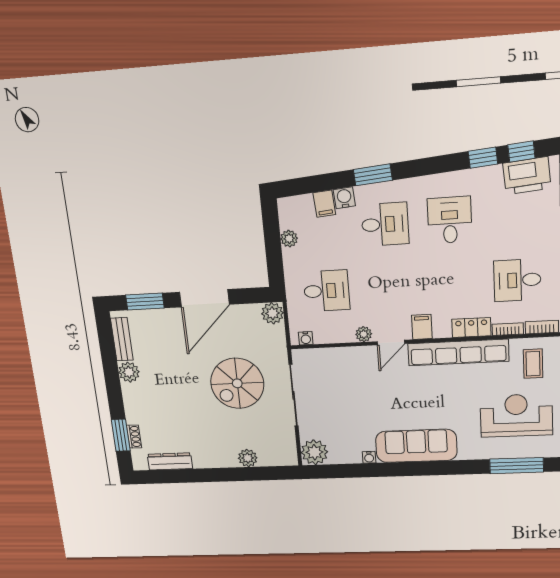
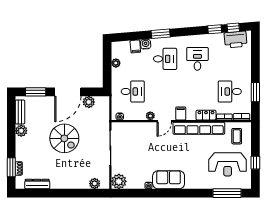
plant: (272, 313) -> (89, 102), moved
spiral stairs: (237, 383) -> (64, 138), moved, turned -90
reception desk: (516, 415) -> (228, 164), turned 180
sofa: (416, 446) -> (169, 180), width x0.73
plant: (248, 458) -> (95, 184), moved

